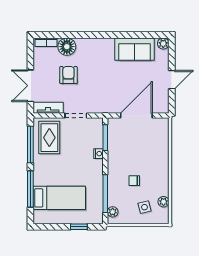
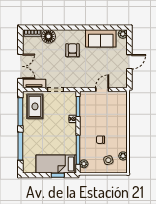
armchair: (68, 75) -> (72, 50), moved
double door: (30, 86) -> (20, 66), swing flipped
door: (136, 115) -> (102, 89), width x0.53
bed: (59, 198) -> (56, 164), moved, turned 180

